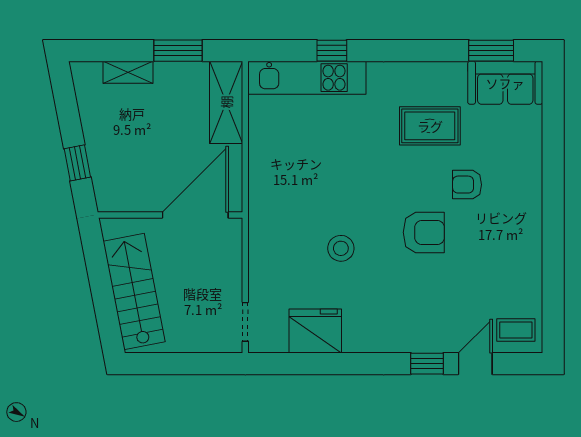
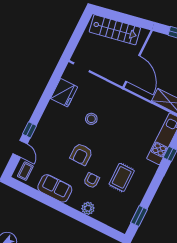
sofa: (505, 83) -> (55, 188), moved, turned 90
plant: (528, 163) -> (88, 208), added

